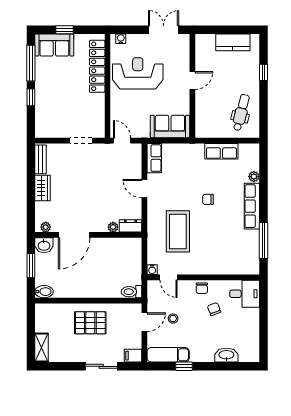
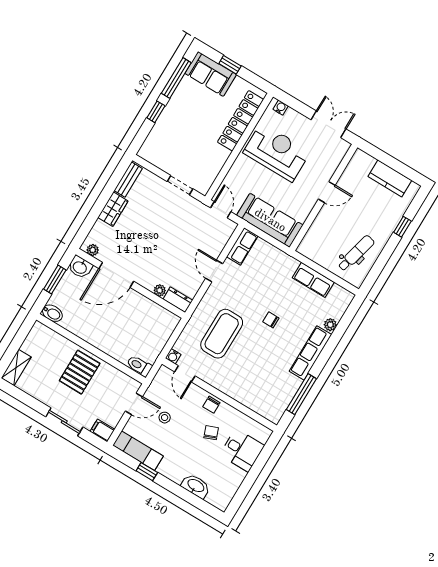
sofa: (170, 126) -> (270, 220), width x1.36
desk: (245, 294) -> (242, 450), moved
pallet: (90, 323) -> (80, 372), turned 90

